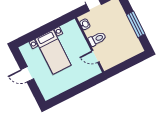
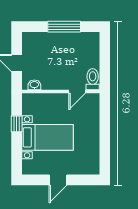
window: (52, 26) -> (17, 124), added
toilet: (97, 39) -> (93, 79), moved

